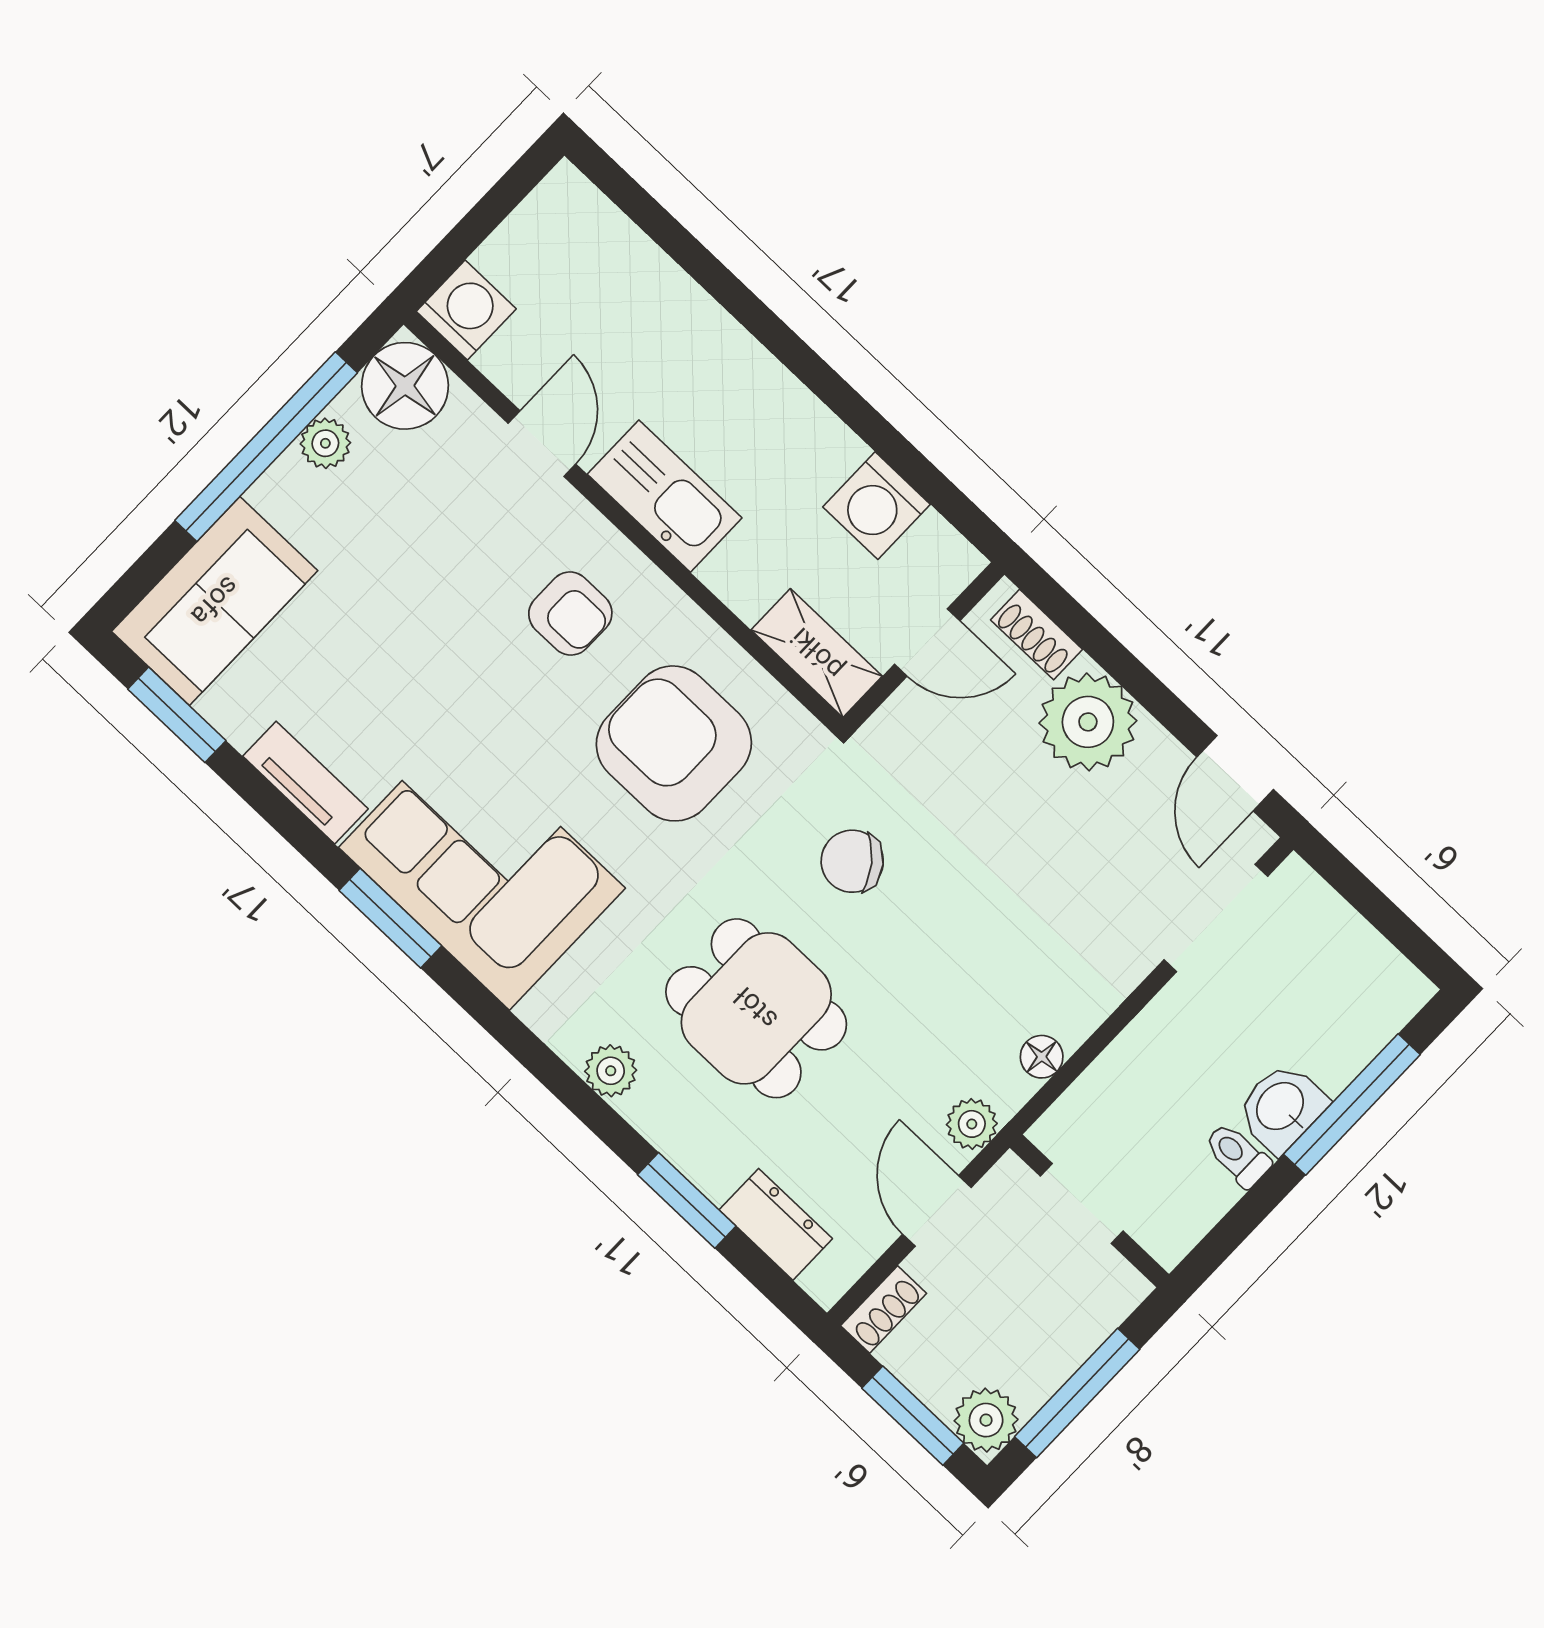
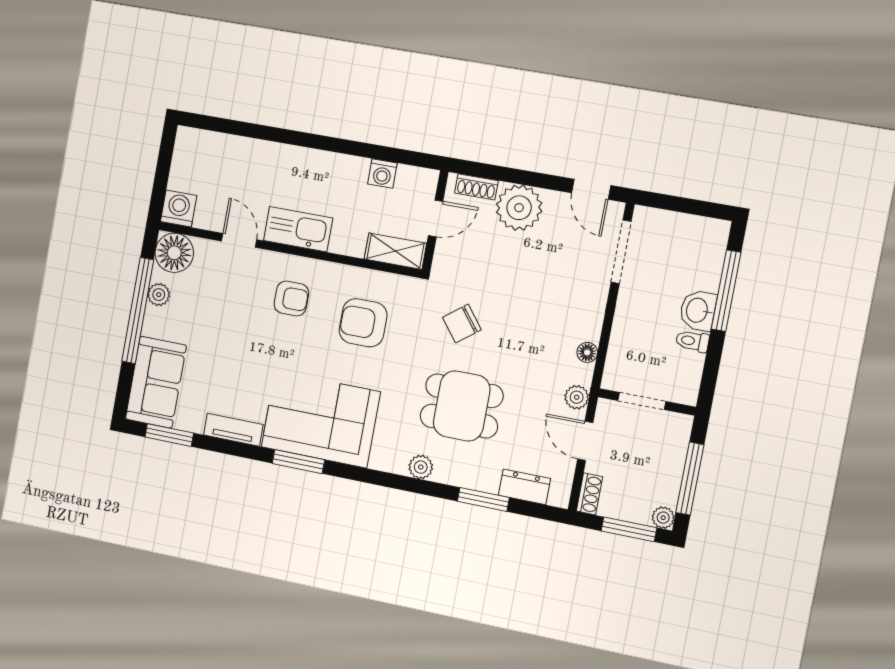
washing machine: (877, 506) -> (382, 174), width x0.73, depth x0.73
armchair: (674, 743) -> (363, 323), width x0.73, depth x0.73
plant: (986, 1420) -> (663, 518), width x0.73, depth x0.73

